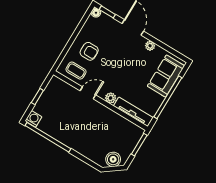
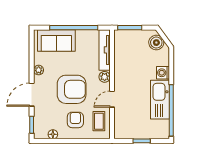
floor lamp: (96, 13) -> (53, 134), moved
armchair: (117, 64) -> (72, 89), added
door: (88, 93) -> (112, 99), hinge flipped
washing machine: (33, 119) -> (163, 73), moved
kitchen sink: (63, 133) -> (160, 100), added

